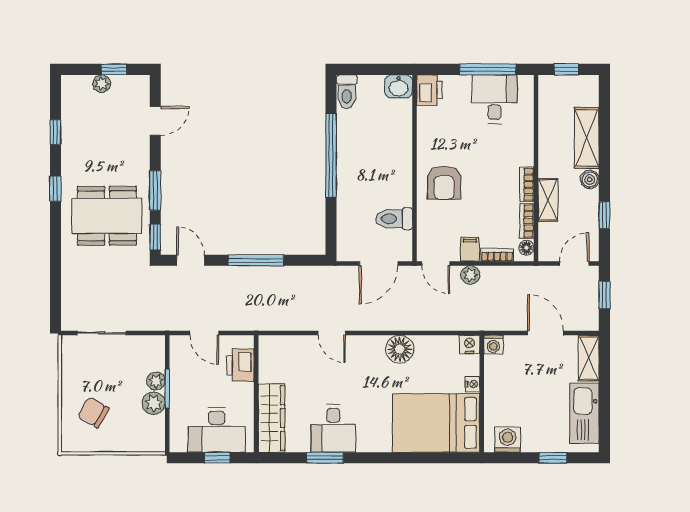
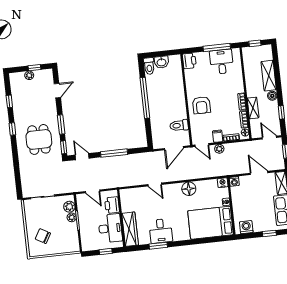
washbasin: (399, 86) -> (161, 62), moved
dining table: (107, 216) -> (39, 139), width x0.73
door: (574, 264) -> (269, 138), hinge flipped
plant: (154, 403) -> (69, 207), moved
desk: (217, 430) -> (110, 228), moved, turned -90

